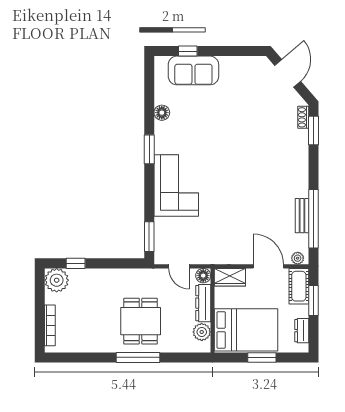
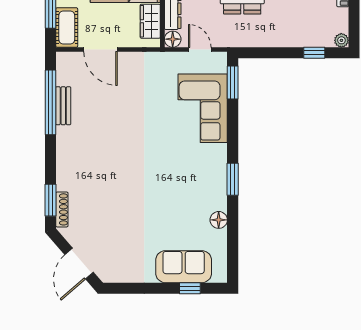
shoe rack: (303, 117) -> (62, 209), width x1.43
corner sofa: (176, 186) -> (203, 108), moved
plant: (298, 258) -> (68, 59), removed
wardrobe: (230, 277) -> (150, 21), moved, turned -90
plant: (57, 280) -> (341, 40), width x0.53, depth x0.53

